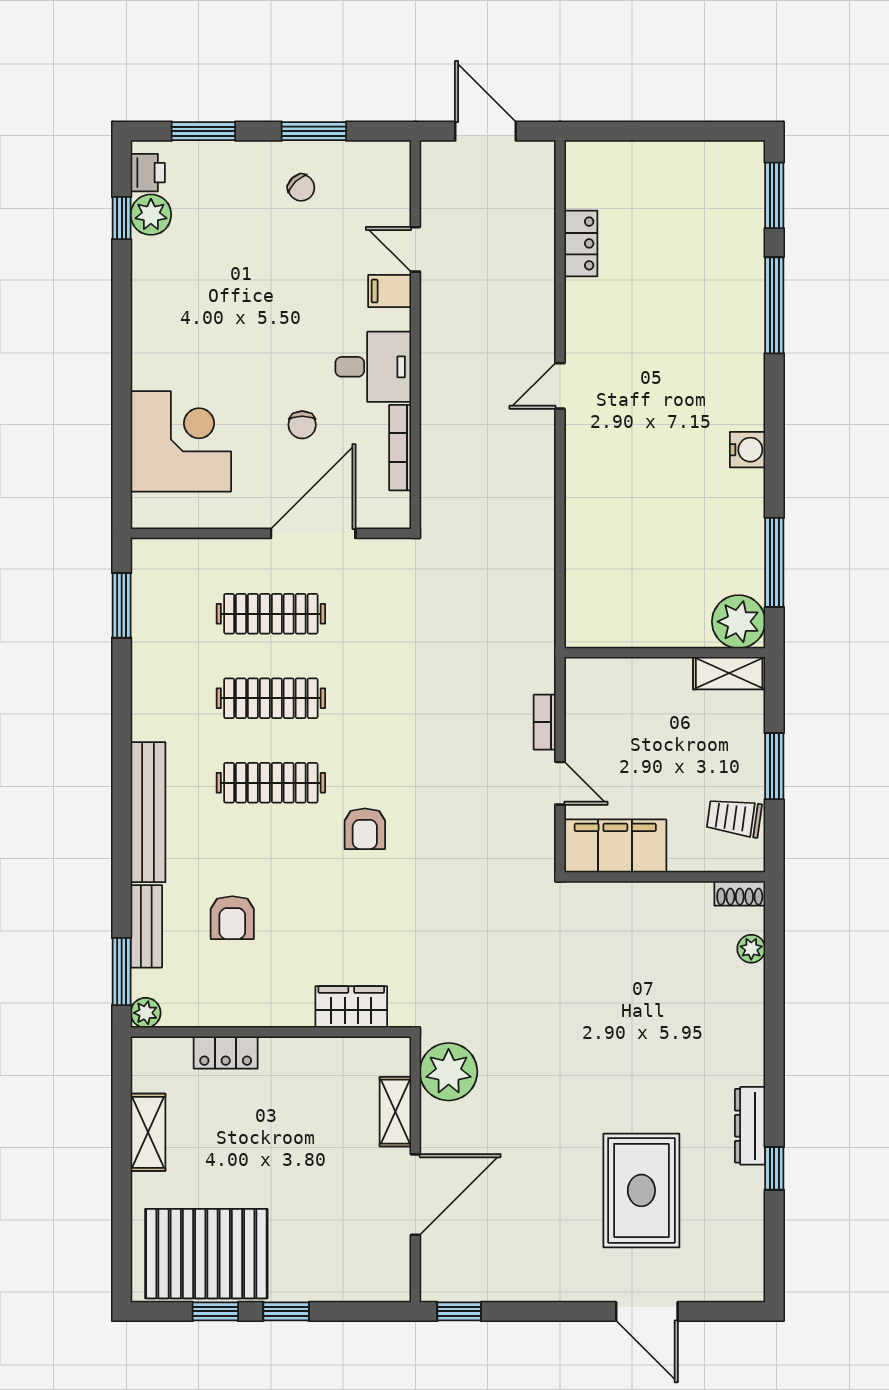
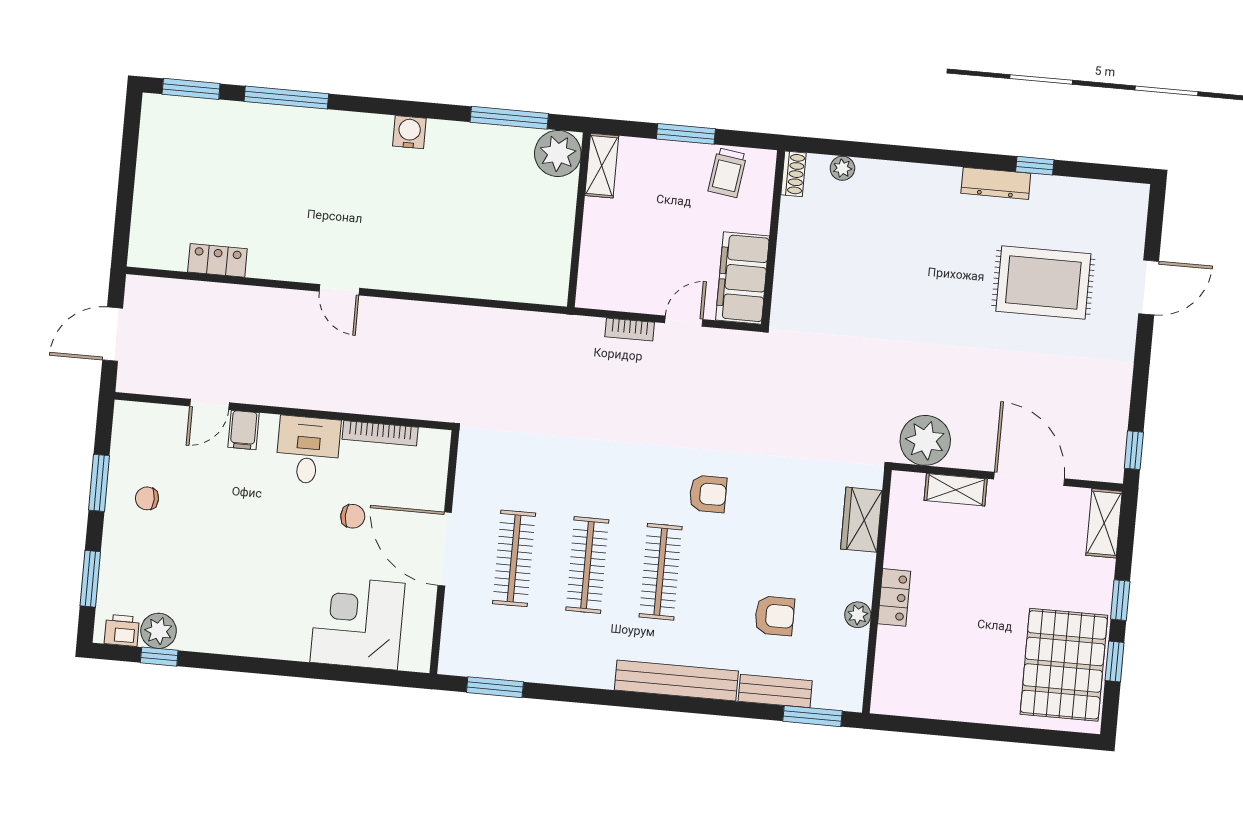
chair: (301, 188) -> (147, 498), turned -136
door: (313, 533) -> (445, 549), moved
plant: (146, 1013) -> (858, 615), moved
locker: (226, 1053) -> (894, 597), moved
shelving: (148, 1132) -> (1104, 523), moved, turned 90

